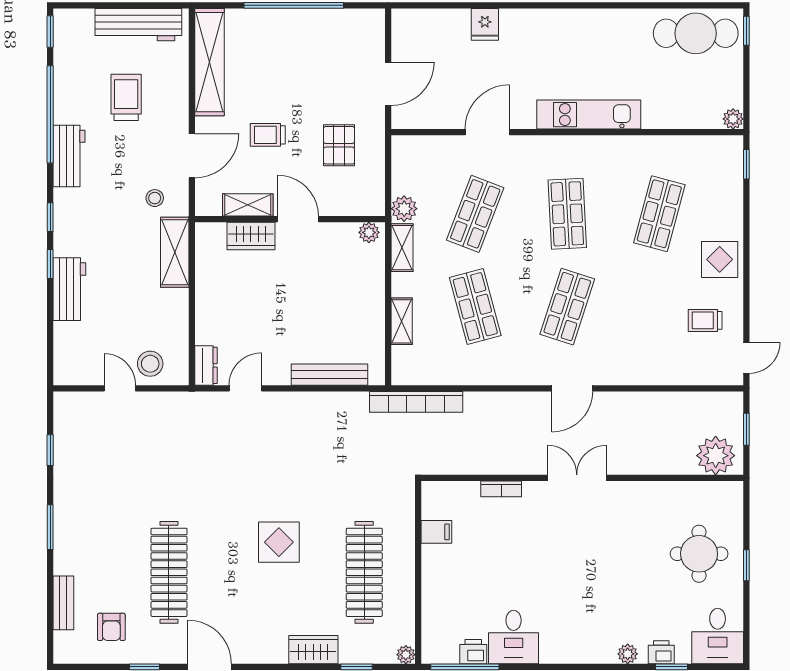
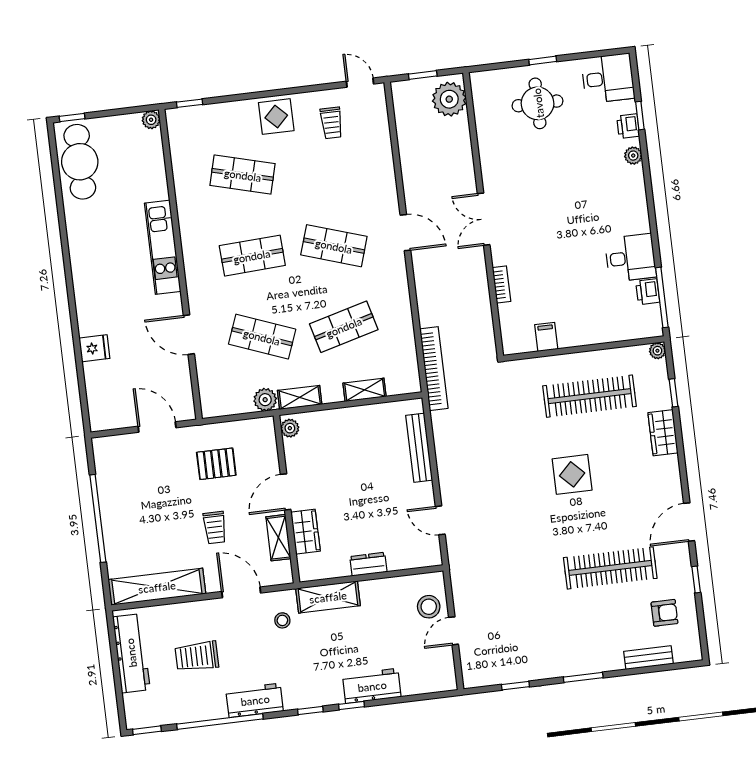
dresser: (206, 365) -> (368, 564), moved

